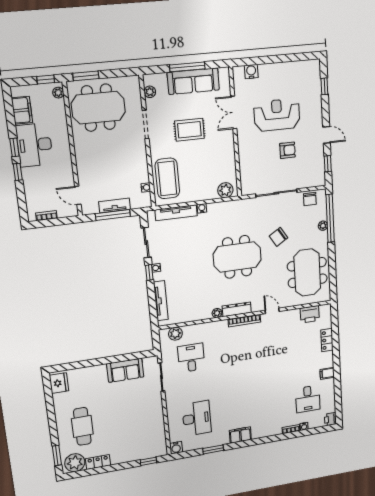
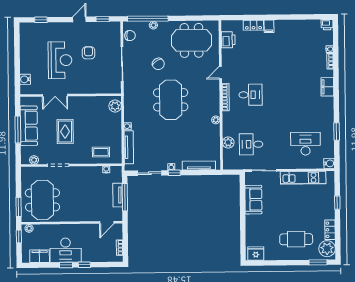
reception desk: (277, 115) -> (60, 60), turned 180
coffee table: (167, 178) -> (101, 152), width x0.54, depth x0.58
dresser: (237, 309) -> (215, 103), removed
plant: (175, 334) -> (228, 142), moved
filing cabinet: (327, 373) -> (269, 26), moved
desk: (308, 399) -> (251, 95), moved
kitchen unit: (157, 422) -> (303, 178), added
filing cabinet: (240, 435) -> (327, 87), moved
window: (148, 461) -> (337, 203), moved

